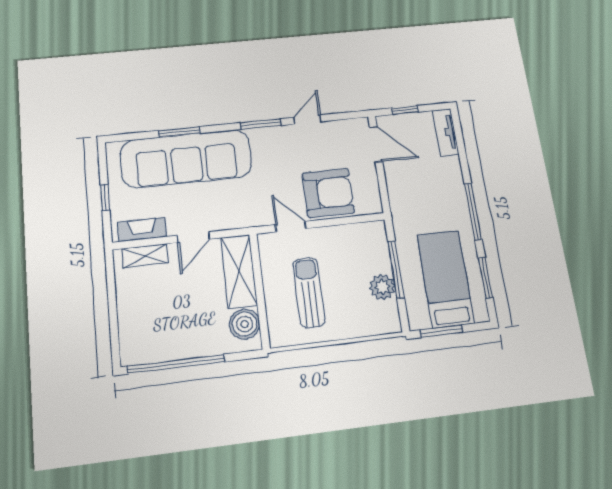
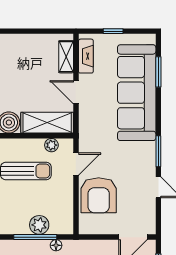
window: (179, 132) -> (158, 72), moved
floor lamp: (403, 241) -> (56, 245), added
plant: (269, 262) -> (51, 145), added
plant: (382, 287) -> (39, 225), moved

